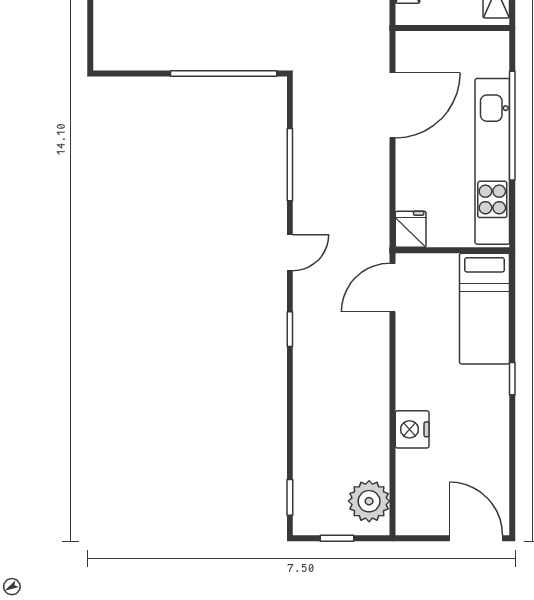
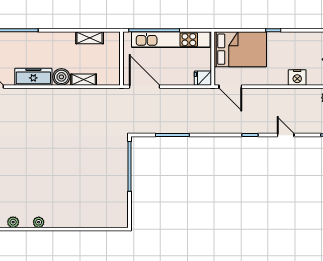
wall: (452, 28) -> (121, 58), moved
door: (290, 253) -> (286, 135), moved
bed: (485, 309) -> (240, 49), width x1.50

